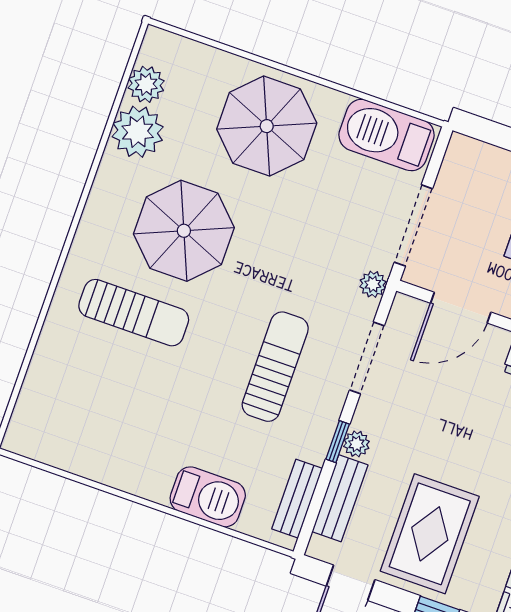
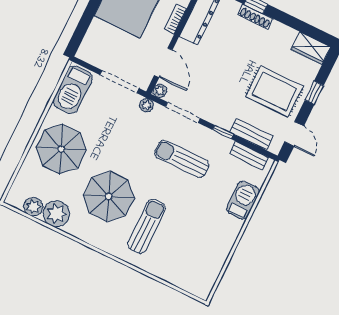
plant: (356, 444) -> (160, 91), moved

